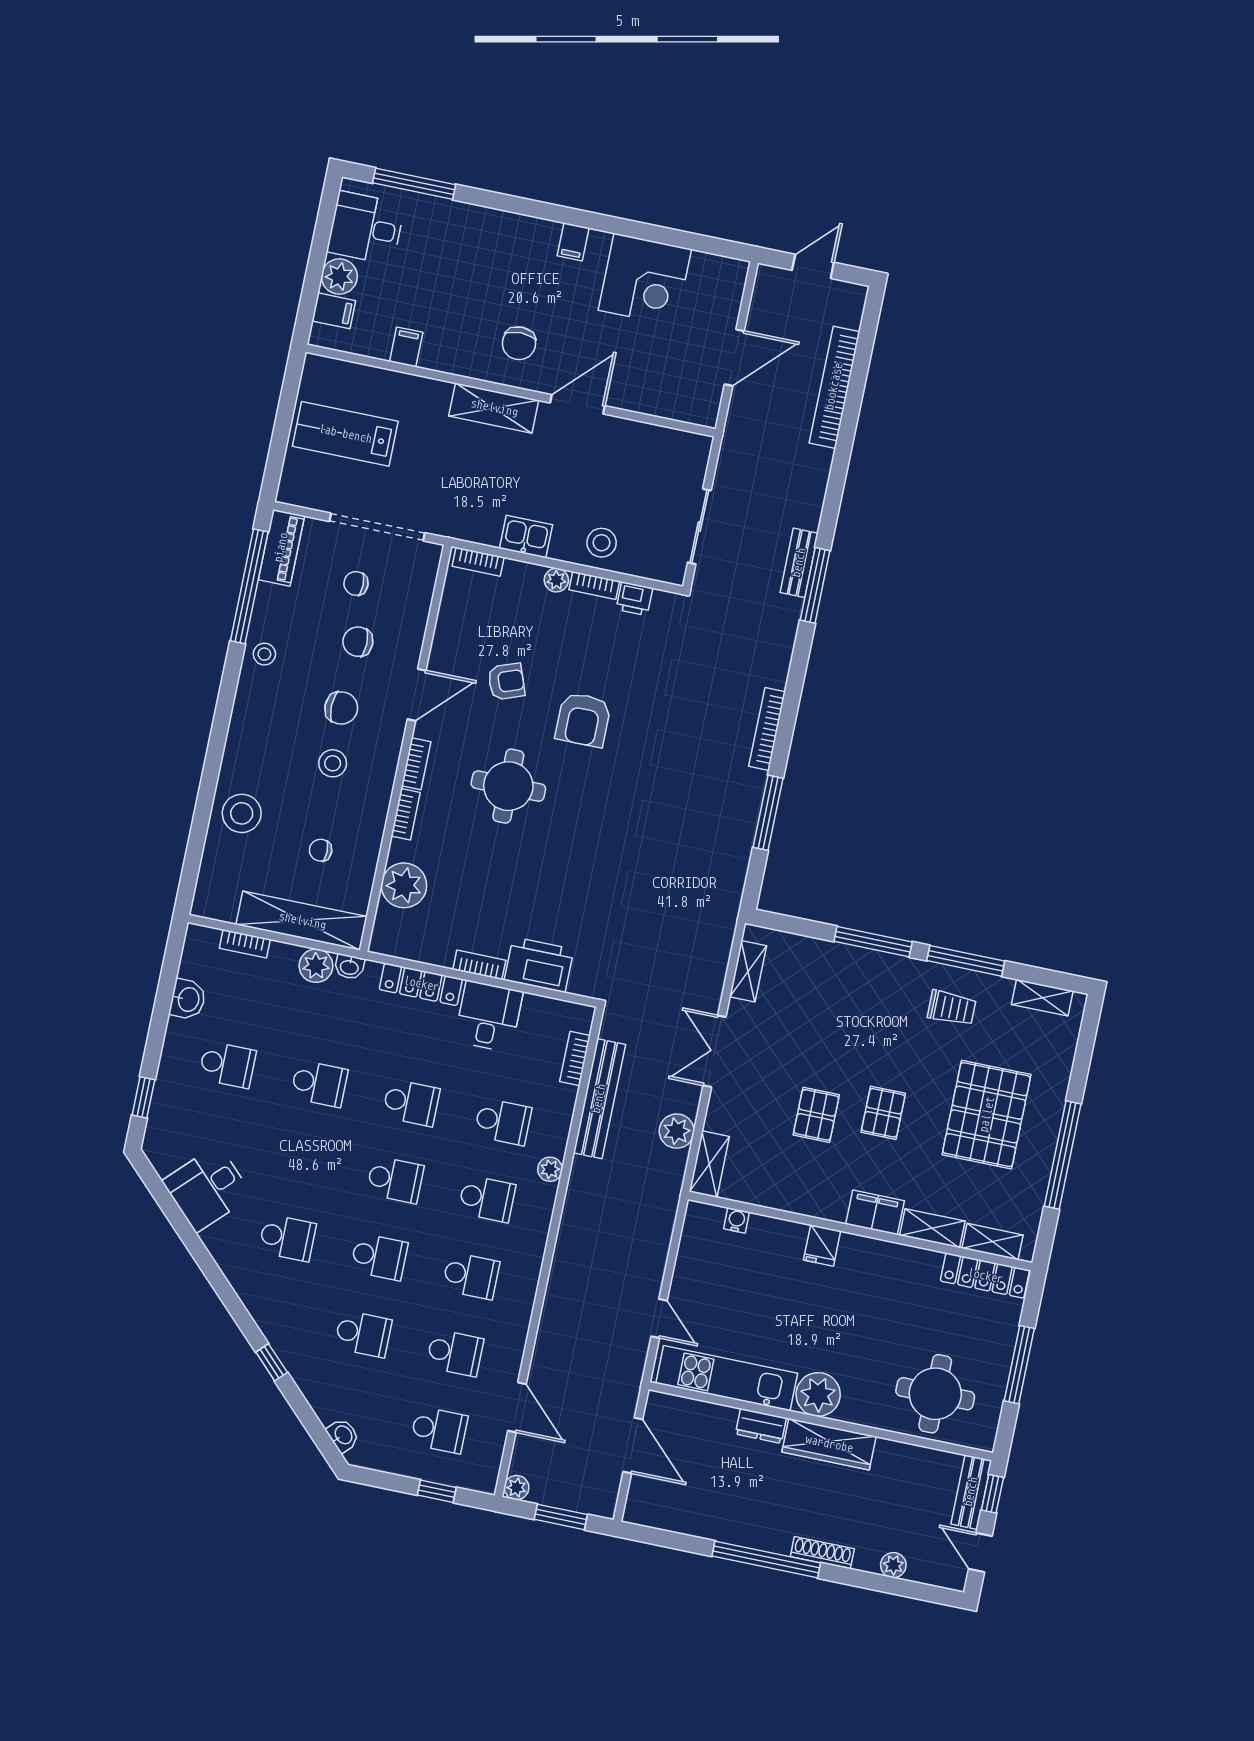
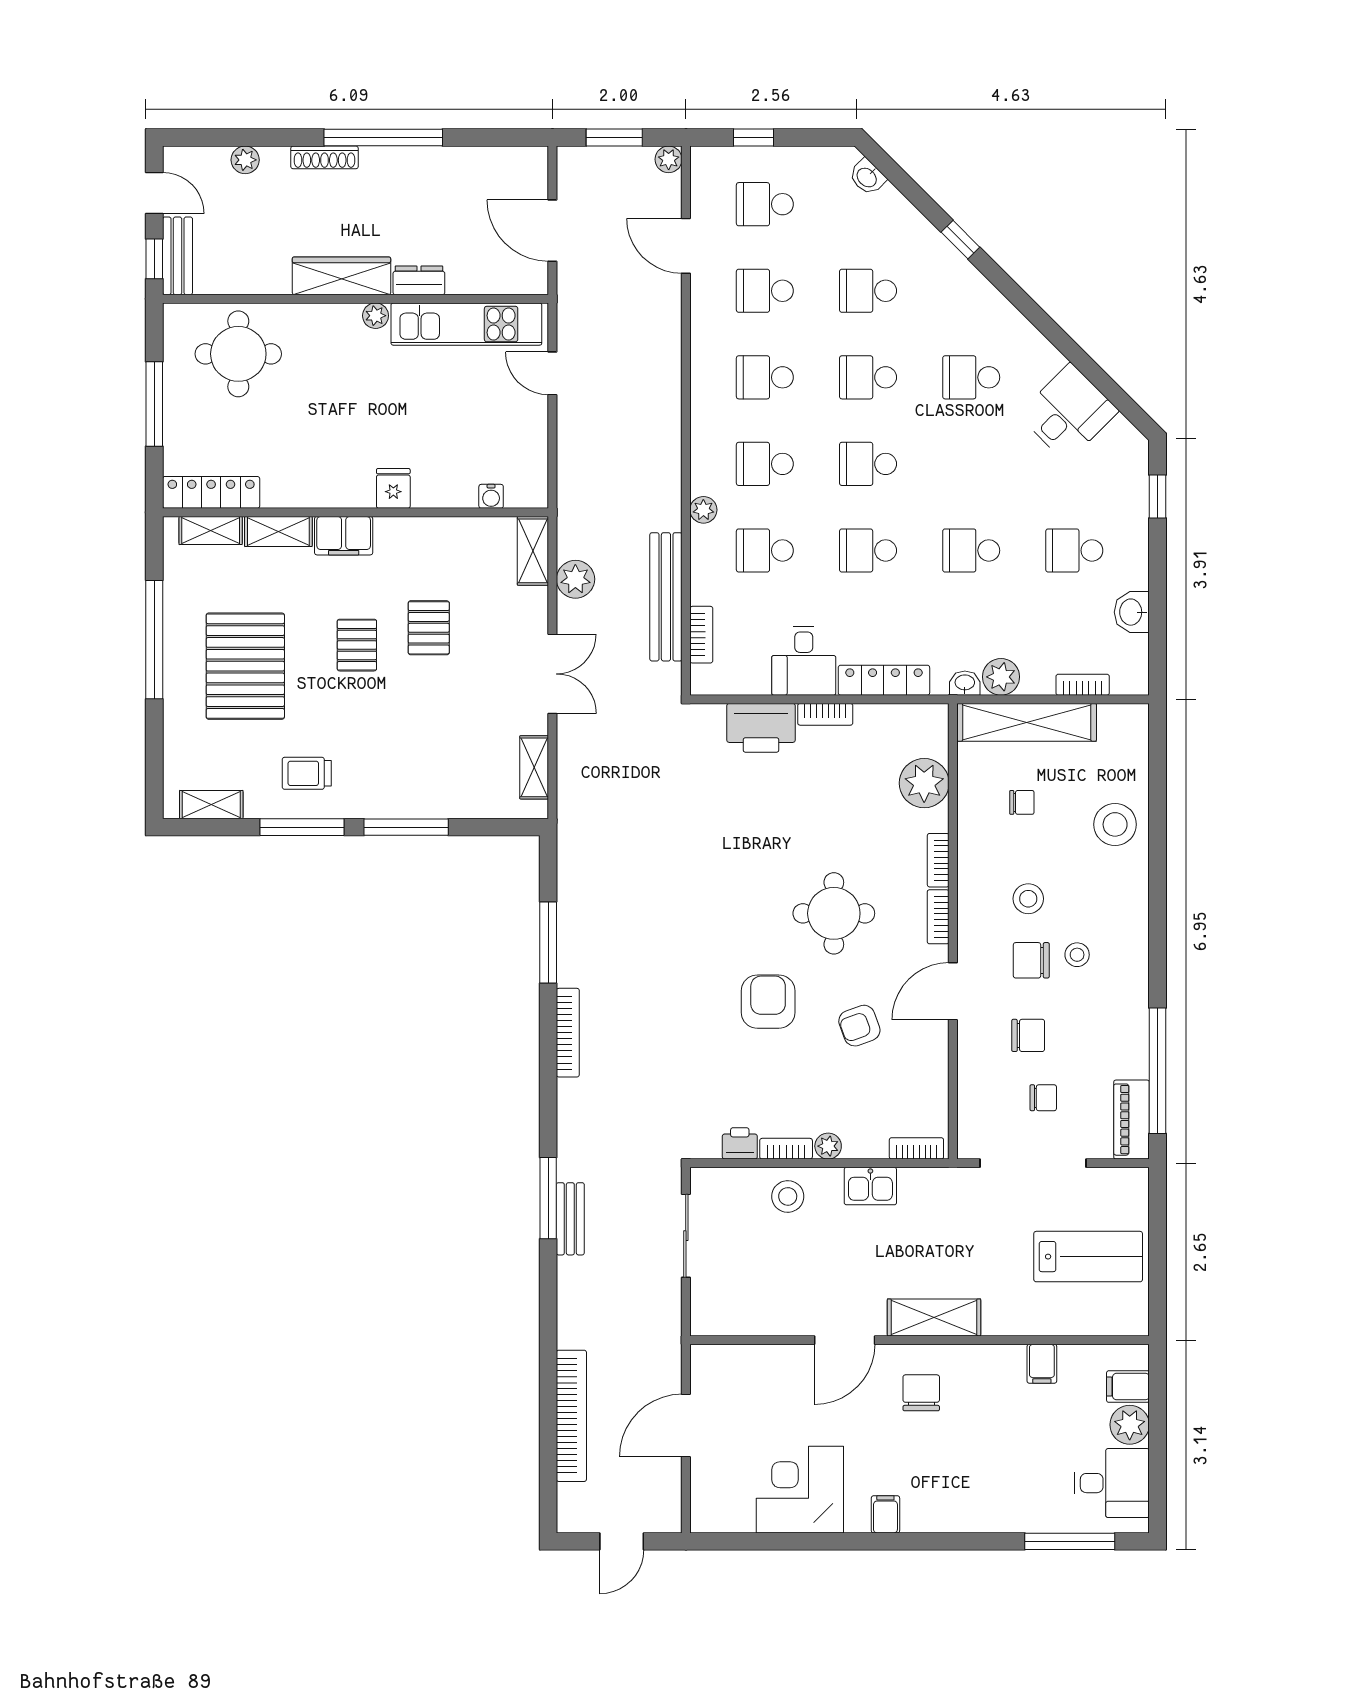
stool: (264, 654) -> (1077, 955), moved
plant: (818, 1394) -> (376, 316), width x0.53, depth x0.53

